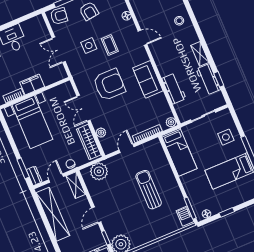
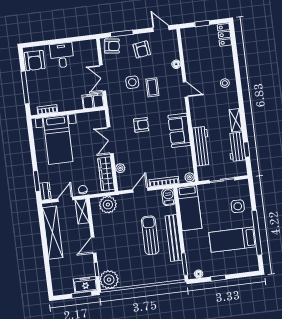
filing cabinet: (32, 85) -> (93, 101), moved
armchair: (109, 85) -> (141, 125), width x0.53, depth x0.53
workbench: (174, 89) -> (202, 146), width x1.37
bench: (172, 186) -> (174, 238), added
barbecue: (185, 216) -> (168, 197), moved

